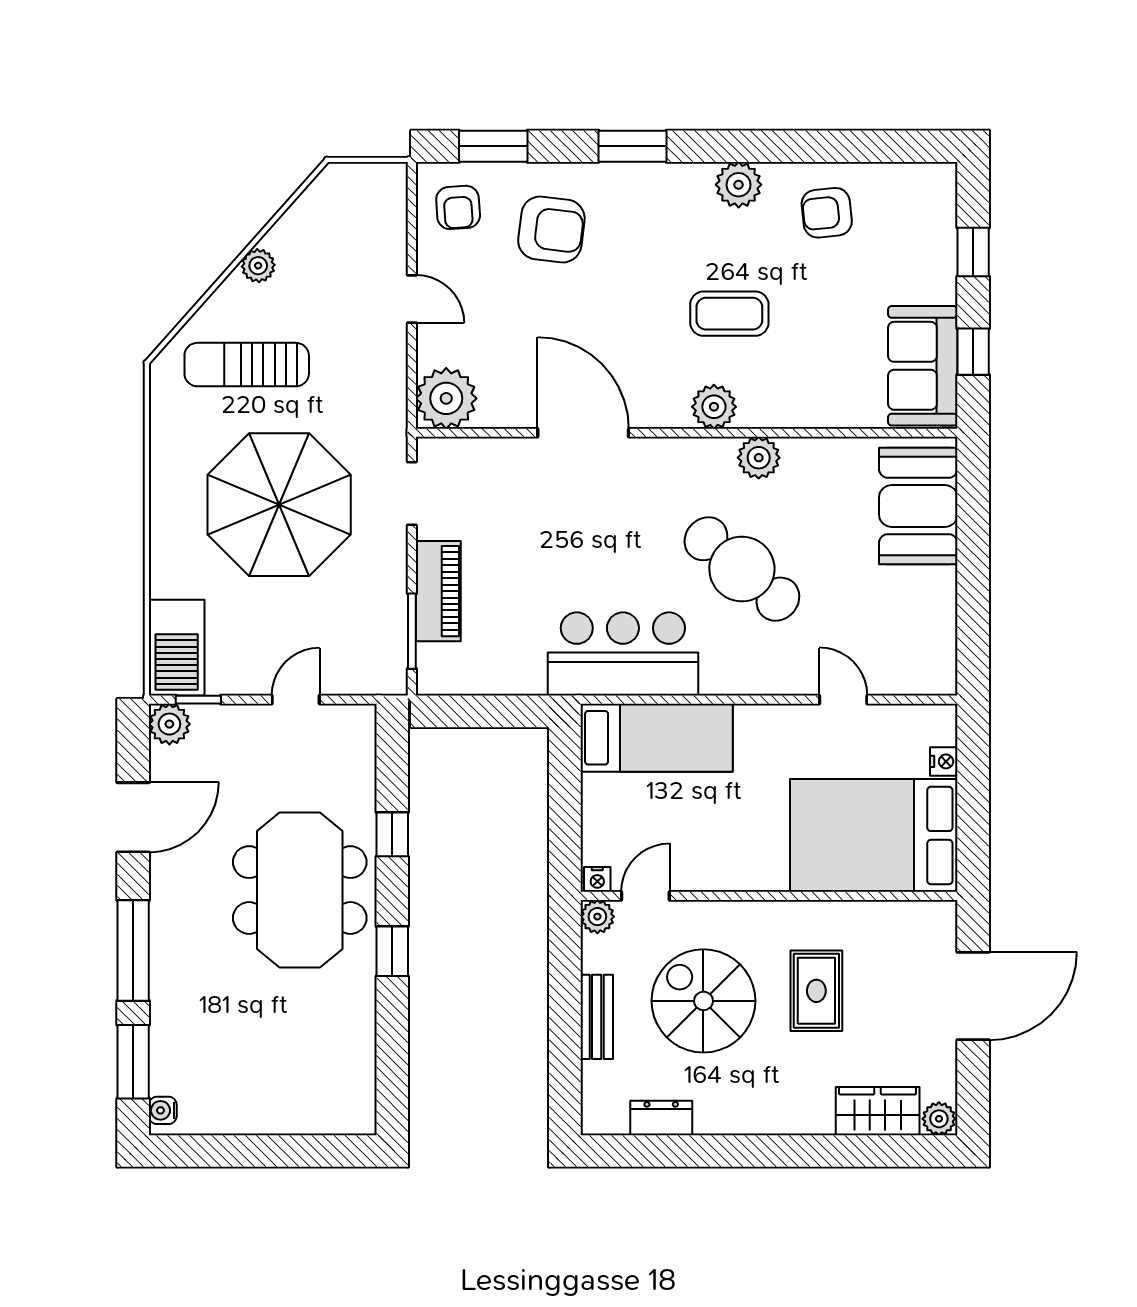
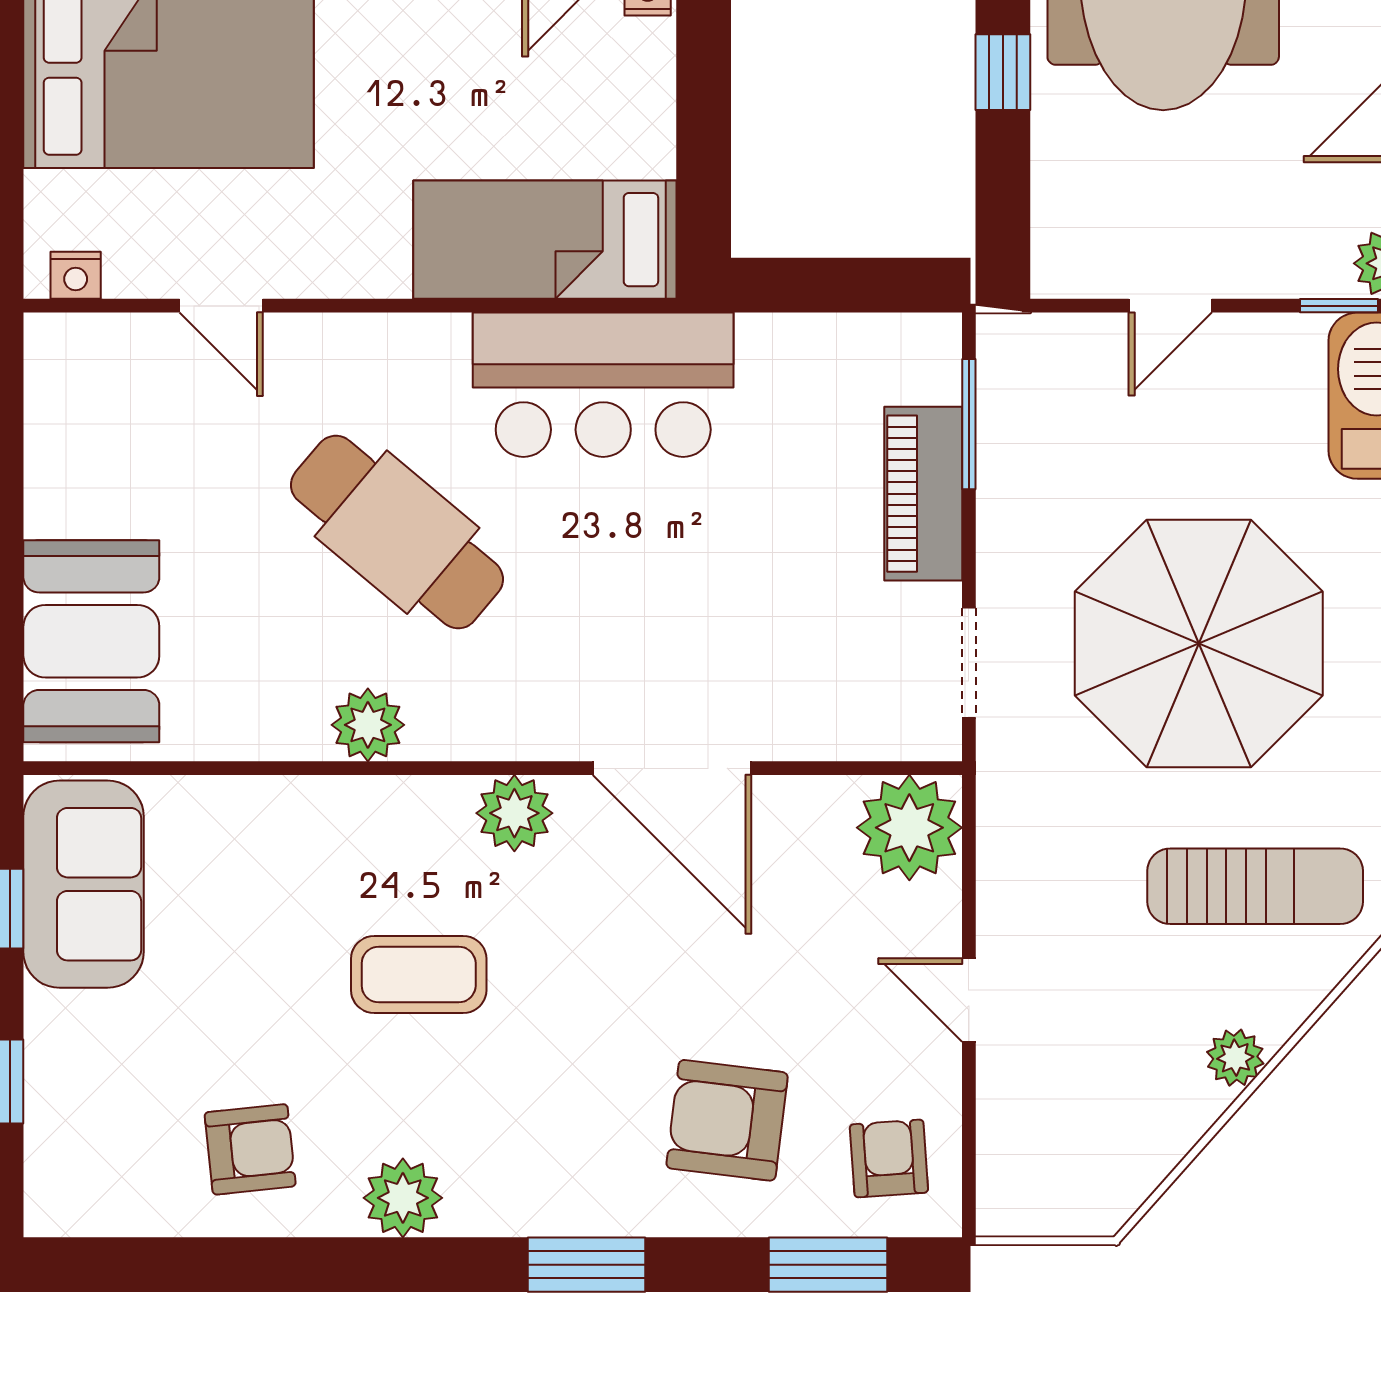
plant: (714, 407) -> (514, 813), moved
nightstand: (944, 761) -> (76, 275), moved, turned -90

